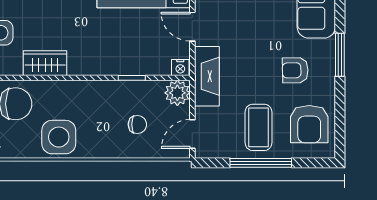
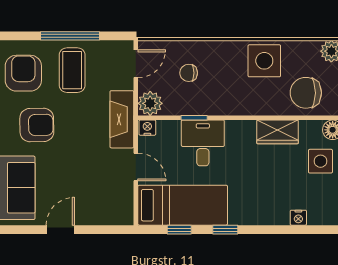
desk: (123, 52) -> (203, 143), added
armchair: (295, 70) -> (37, 125), width x1.38, depth x1.38

